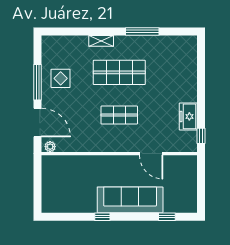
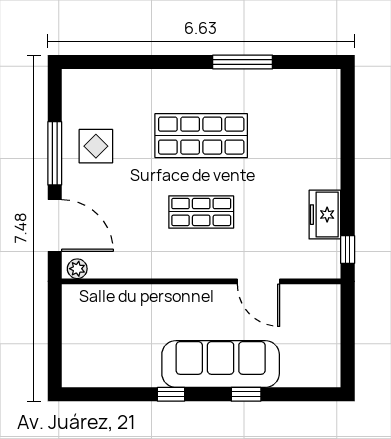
shelving: (101, 41) -> (169, 79), removed
window: (167, 217) -> (246, 394), moved

